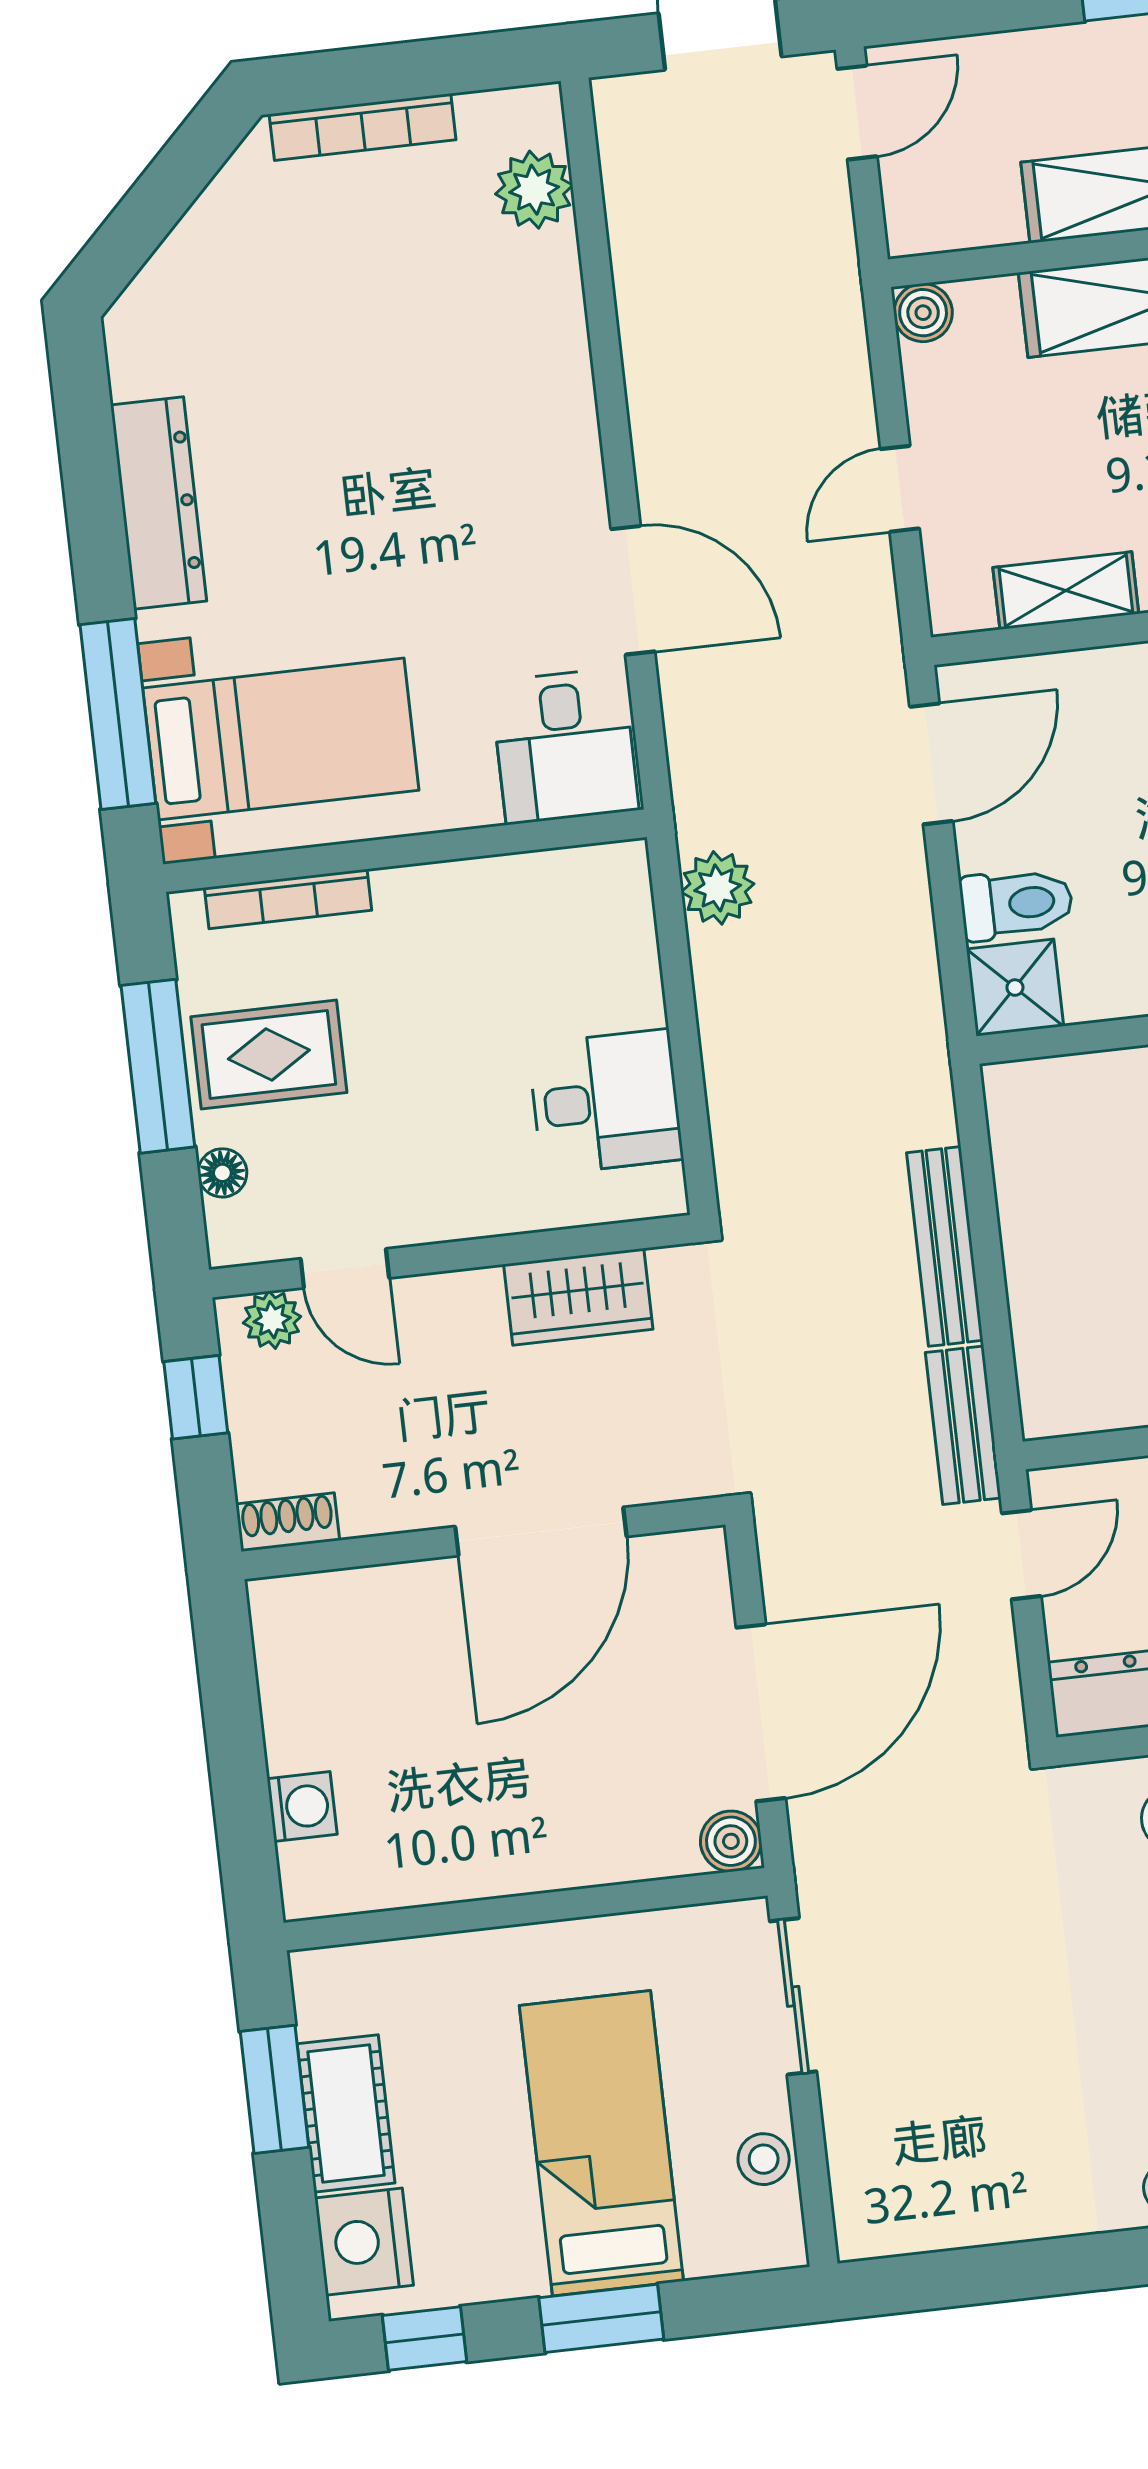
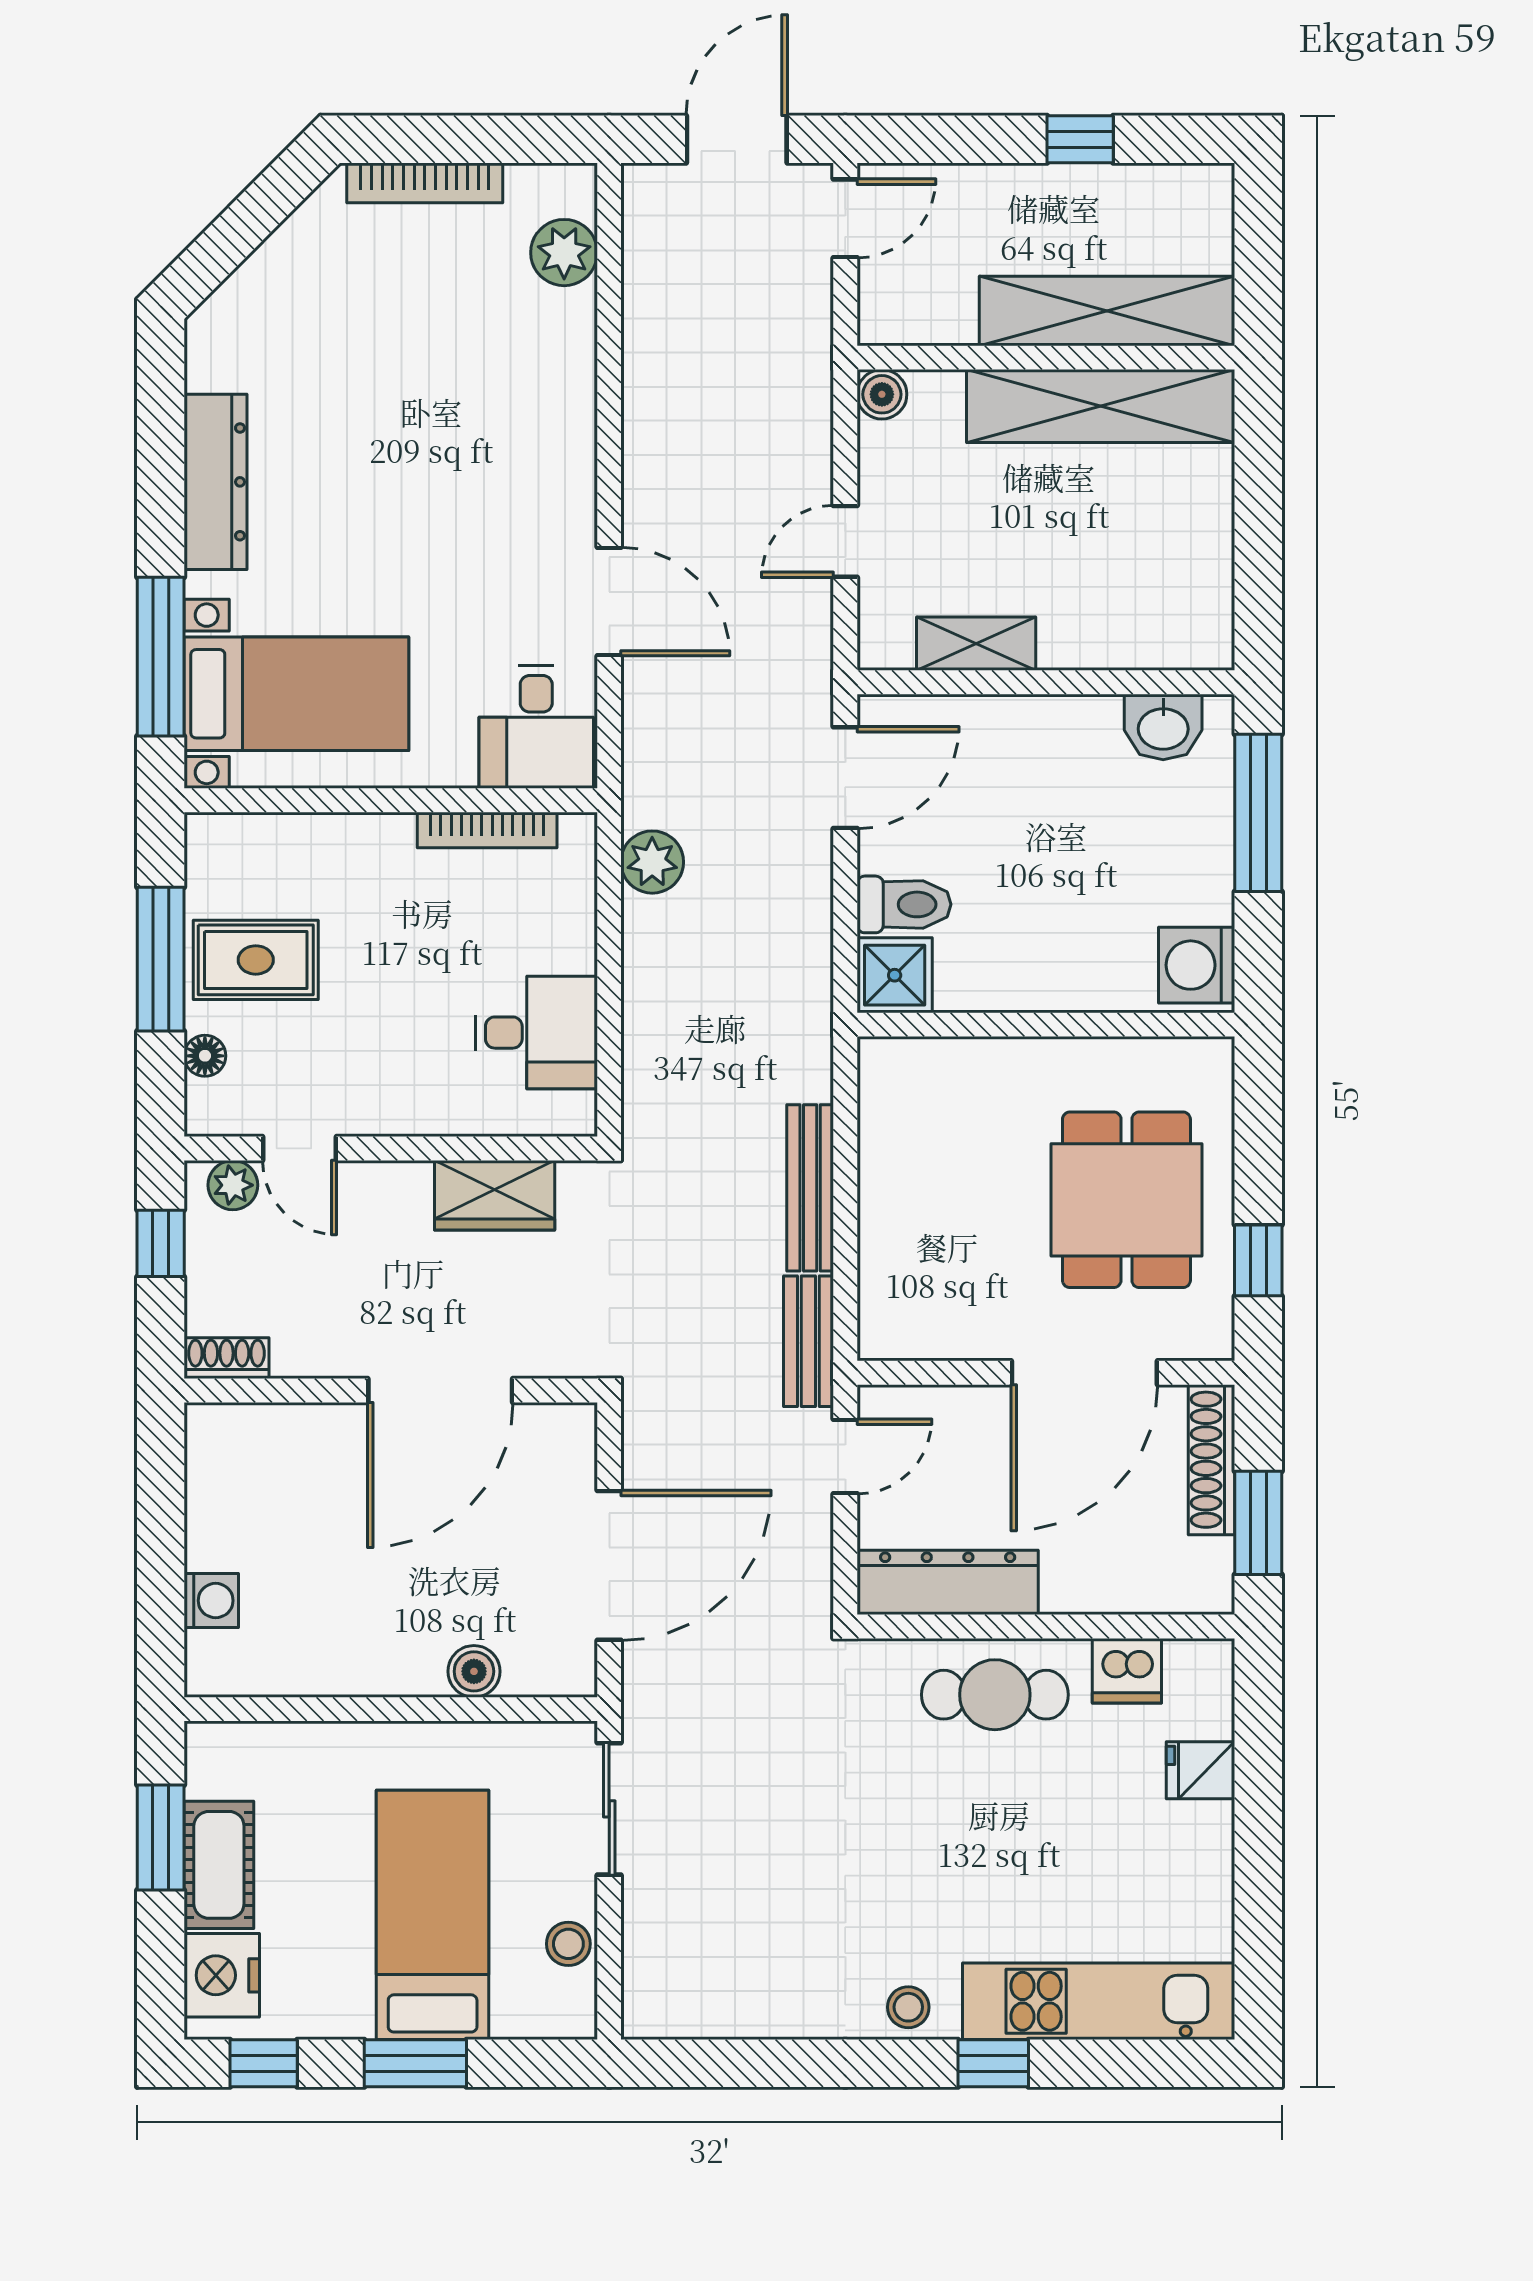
bookcase: (288, 899) -> (487, 830), moved
boiler: (731, 1841) -> (474, 1671), moved

